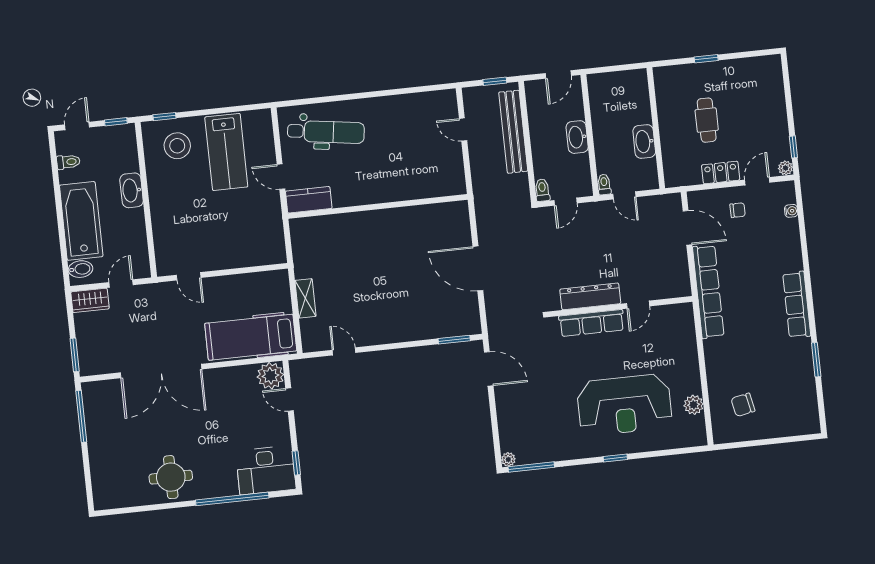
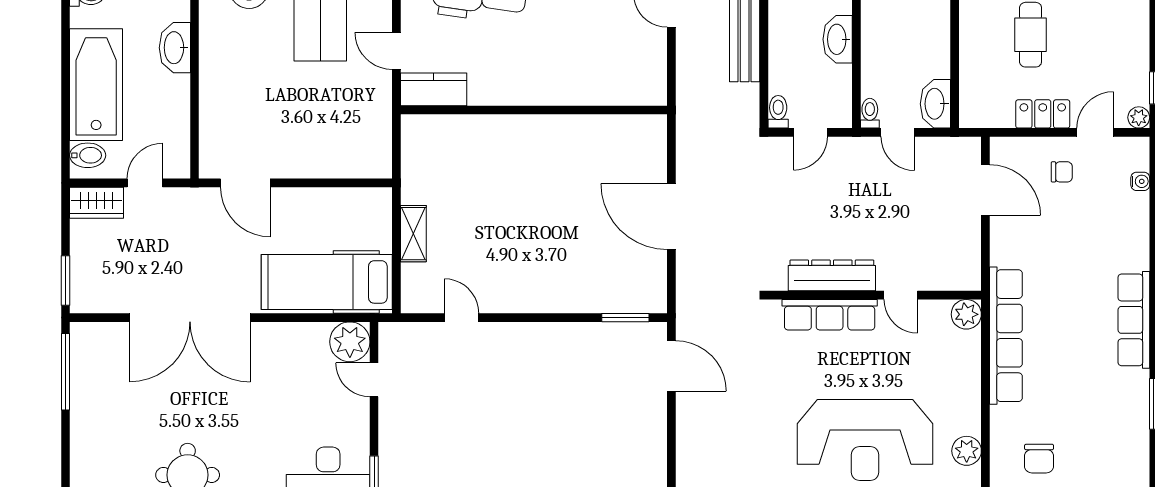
washbasin: (644, 141) -> (935, 104), moved
door: (189, 276) -> (245, 183), width x1.38
row of seats: (708, 292) -> (1006, 336), moved
door: (638, 305) -> (901, 295), hinge flipped
plant: (684, 313) -> (966, 314), added
chair: (743, 405) -> (1039, 459), turned -79

